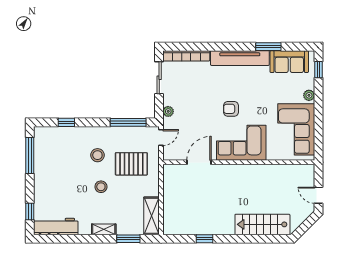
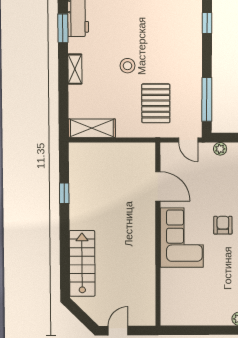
corner sofa: (296, 129) -> (198, 304), removed
stool: (97, 155) -> (167, 62), removed
window: (128, 239) -> (63, 28), moved

